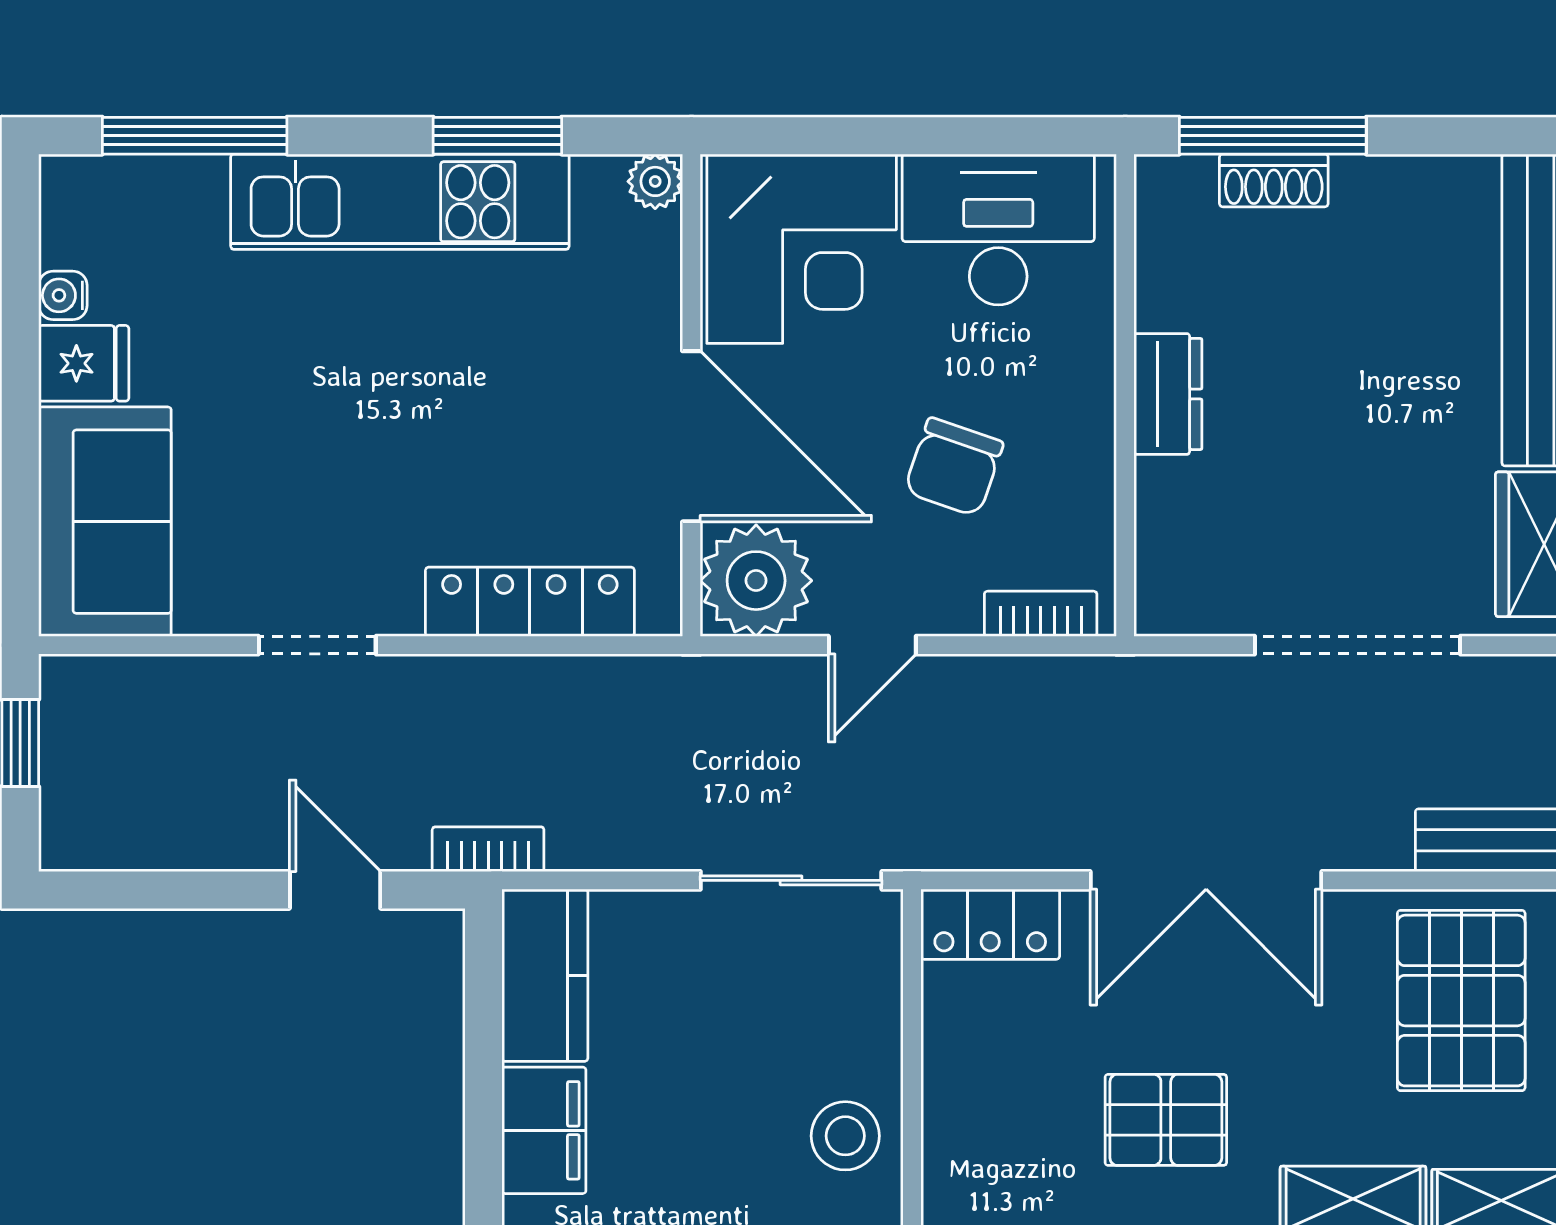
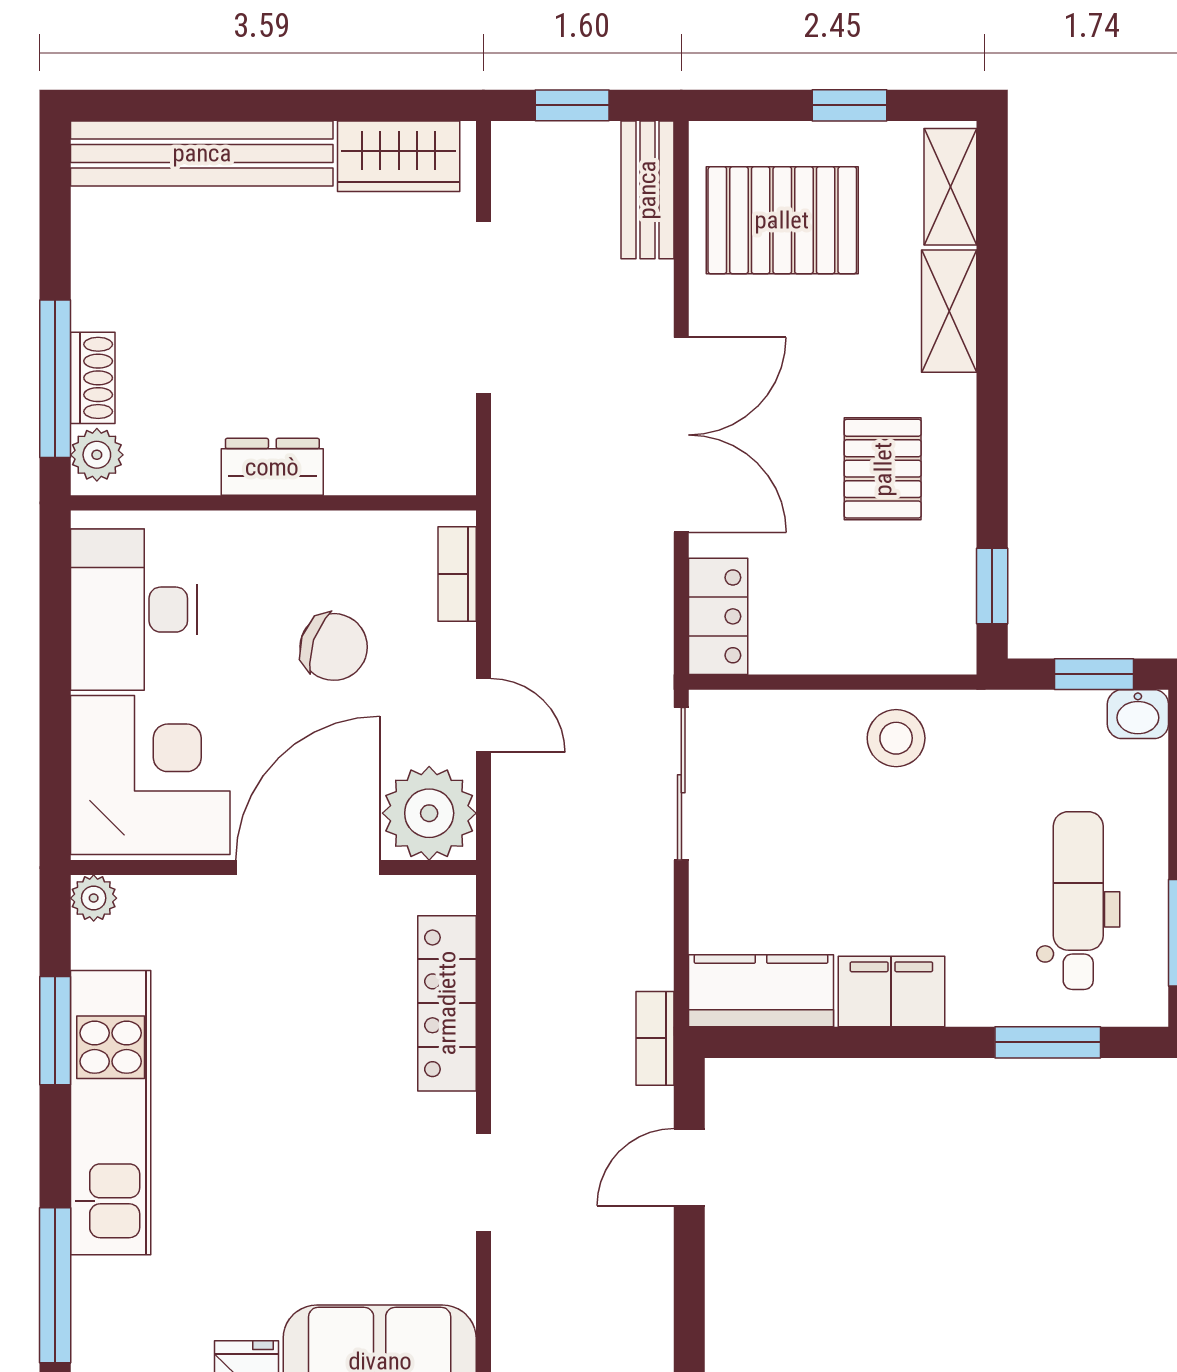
plant: (1182, 185) -> (97, 455), added

